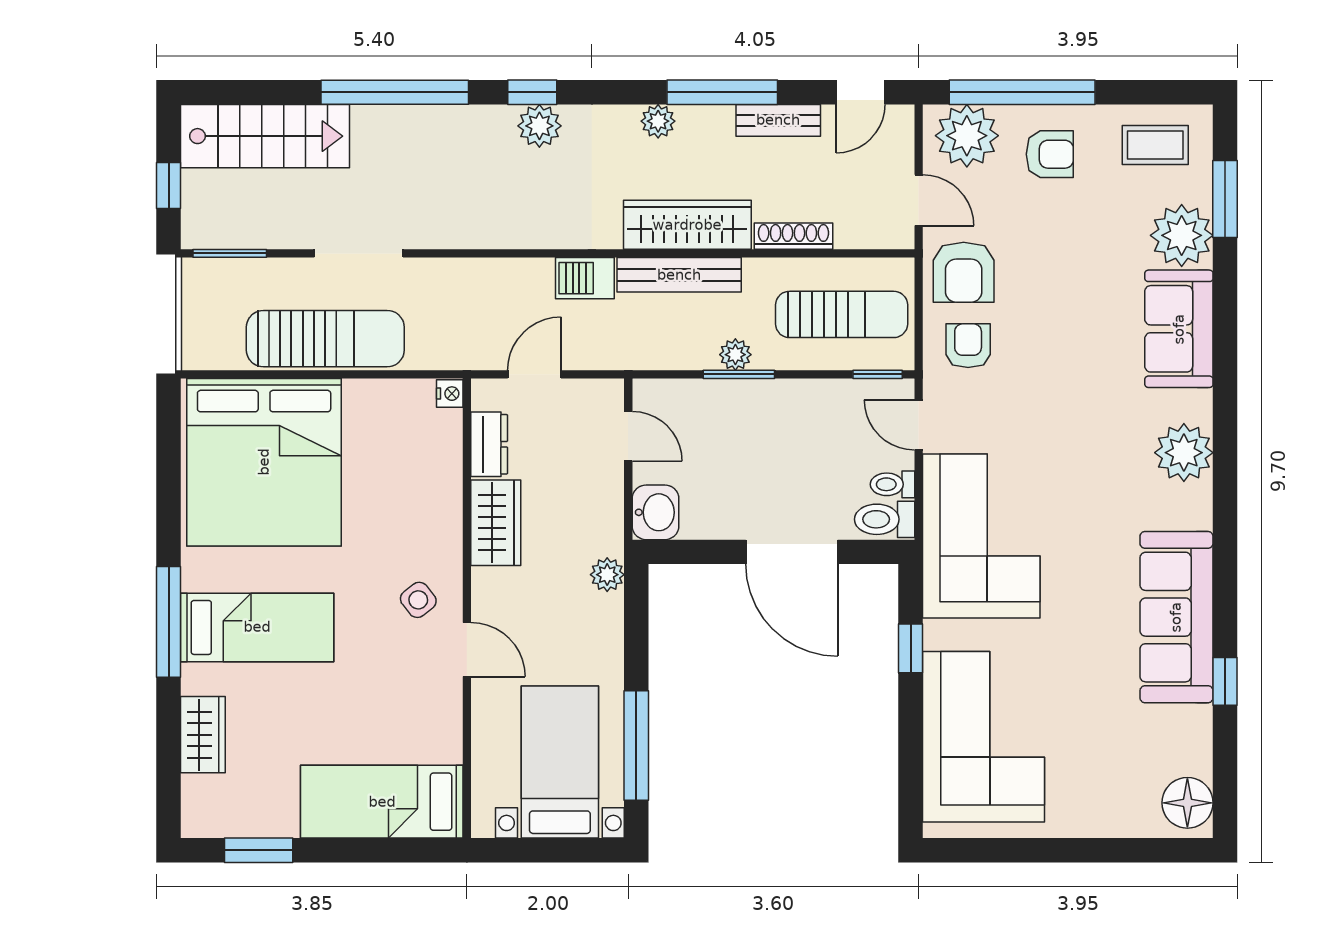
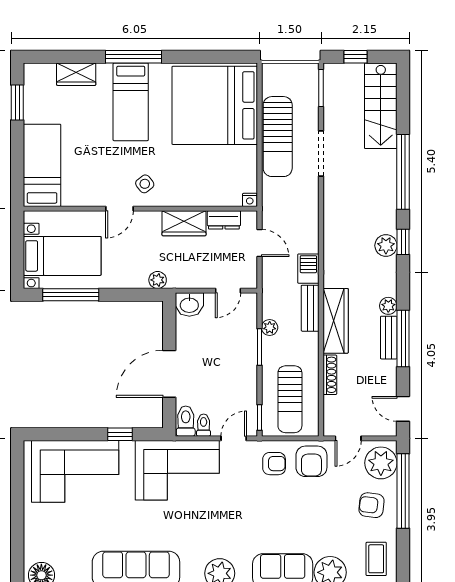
bench: (778, 120) -> (389, 338), moved
armchair: (1050, 154) -> (371, 505), turned 97
armchair: (964, 272) -> (311, 461), turned -90
bench: (679, 275) -> (310, 308), width x0.73
plant: (735, 355) -> (270, 328), moved

